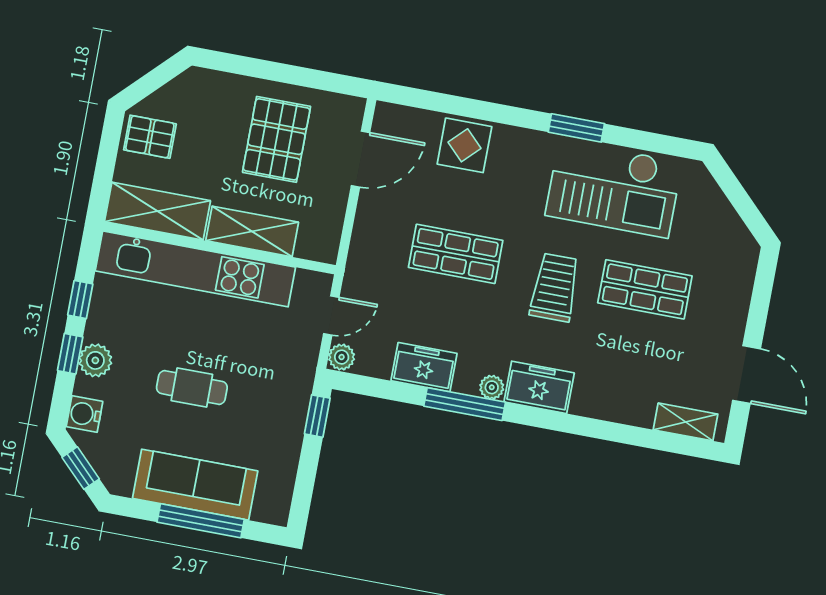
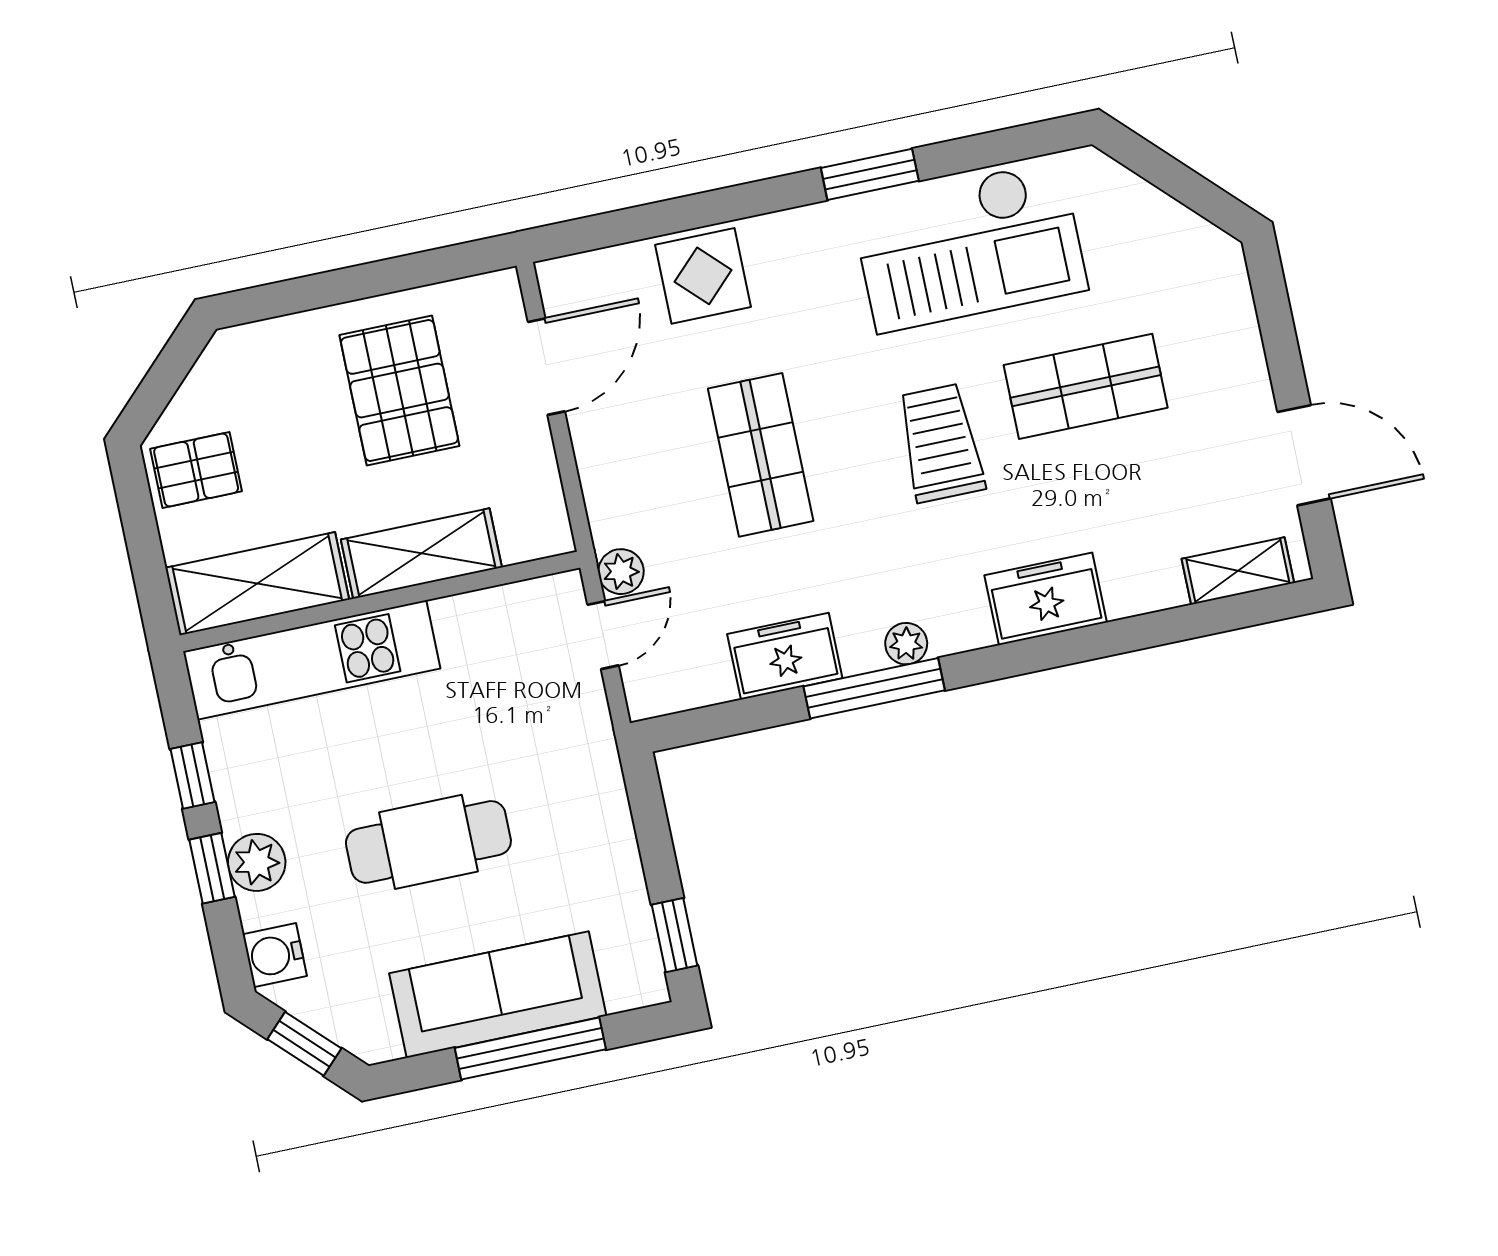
shop shelf: (456, 254) -> (761, 455), turned 90
kitchen unit: (195, 269) -> (312, 660), width x0.73
plant: (342, 357) -> (621, 572), moved
freezer: (539, 387) -> (1046, 599), moved
cafe table: (192, 388) -> (428, 842), width x1.37, depth x1.35
window: (317, 416) -> (675, 935), moved

